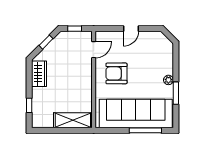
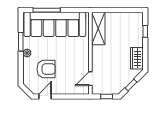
door: (131, 29) -> (45, 96), moved
armchair: (116, 73) -> (46, 69), moved
shelving: (73, 120) -> (98, 29), moved, turned 90

